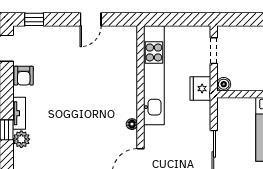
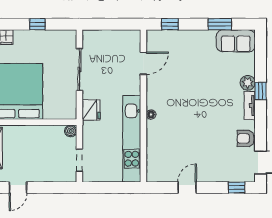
armchair: (24, 76) -> (246, 138), turned -90
fridge: (200, 89) -> (91, 110), moved
floor lamp: (132, 124) -> (151, 115), moved

